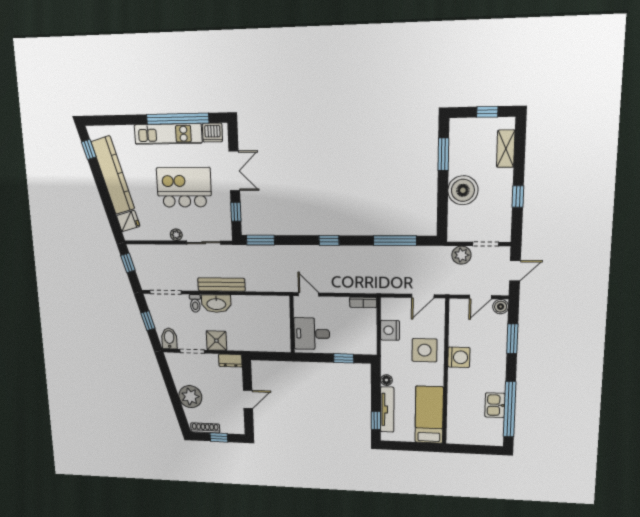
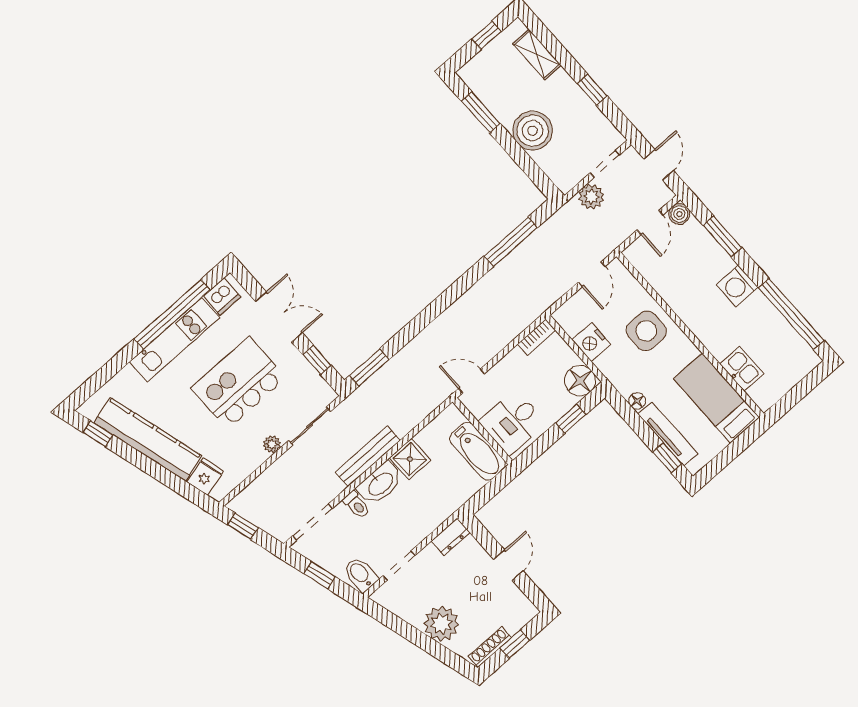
window: (329, 240) -> (442, 303), removed
bathtub: (281, 332) -> (478, 451), added
shower: (216, 341) -> (410, 459), moved
floor lamp: (366, 344) -> (580, 381), added
washing machine: (459, 357) -> (737, 286), moved, turned 180
kitchen sink: (495, 405) -> (742, 369), moved, turned 180

